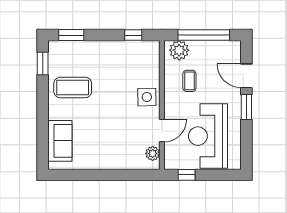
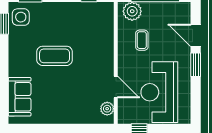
coffee table: (73, 87) -> (55, 56), moved
side table: (147, 97) -> (21, 17), moved
door: (162, 130) -> (116, 87), hinge flipped

